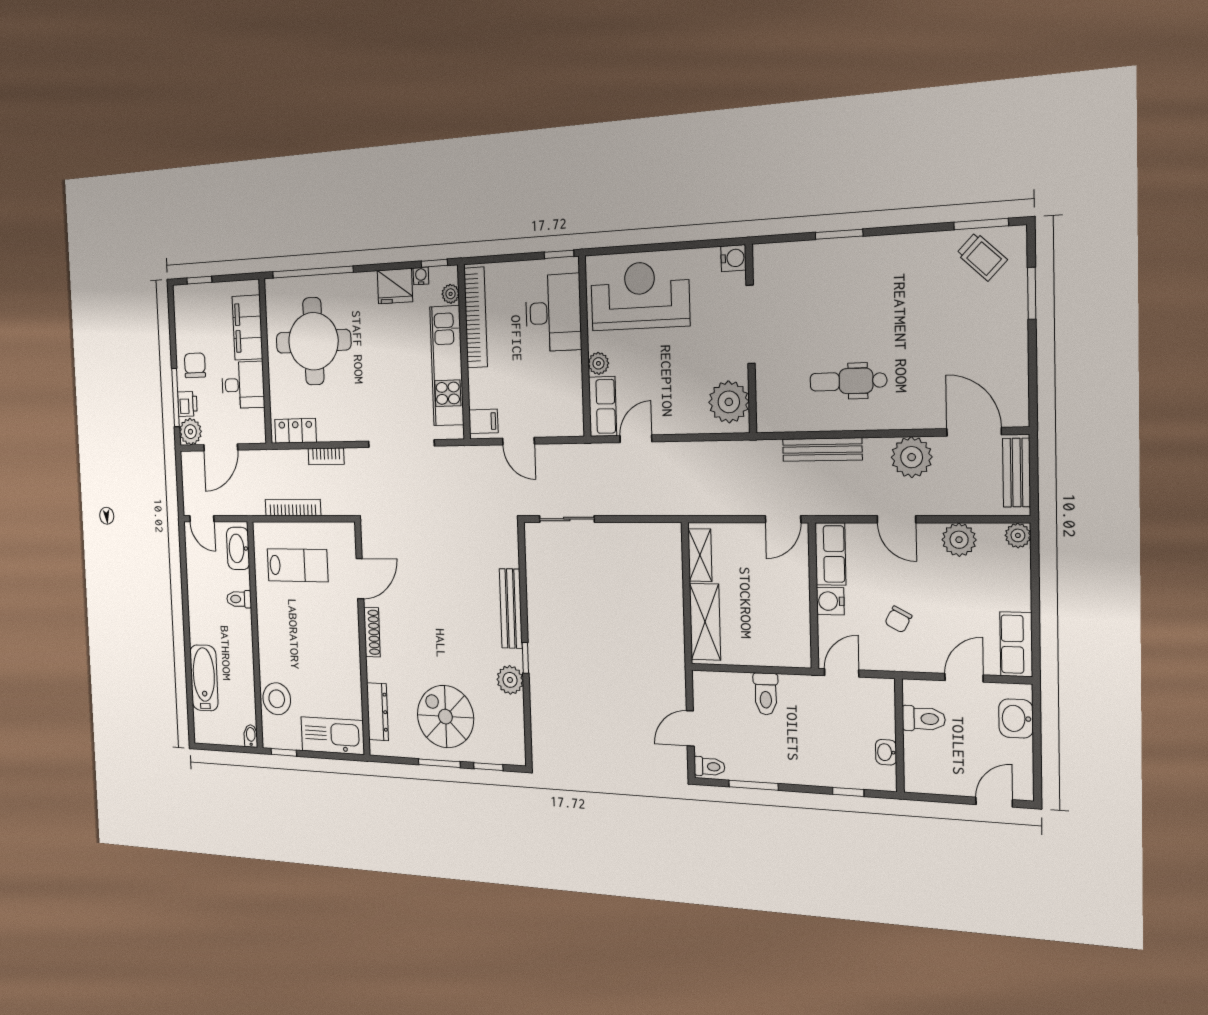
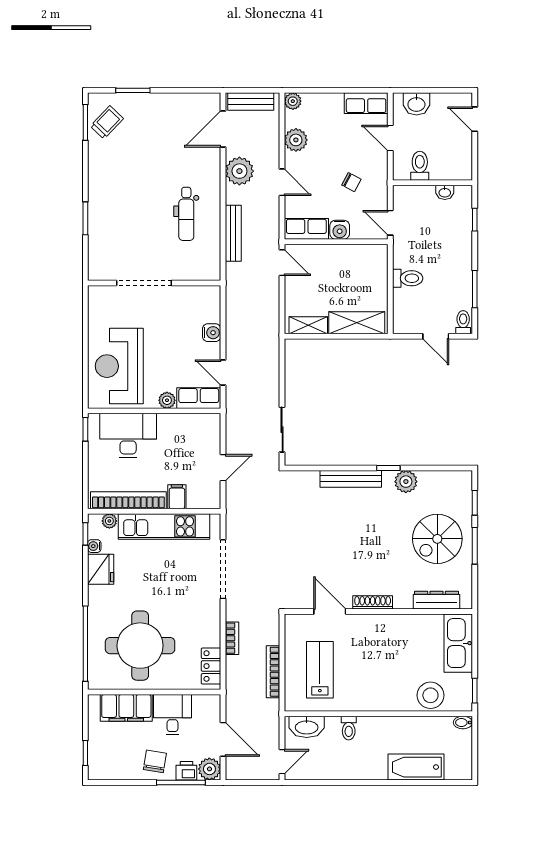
water cooler: (733, 258) -> (212, 333), moved, turned 90
chair: (195, 365) -> (155, 761), turned 99
plant: (729, 402) -> (198, 301), removed
filing cabinet: (483, 421) -> (177, 497), moved
door: (896, 519) -> (282, 182), hinge flipped

